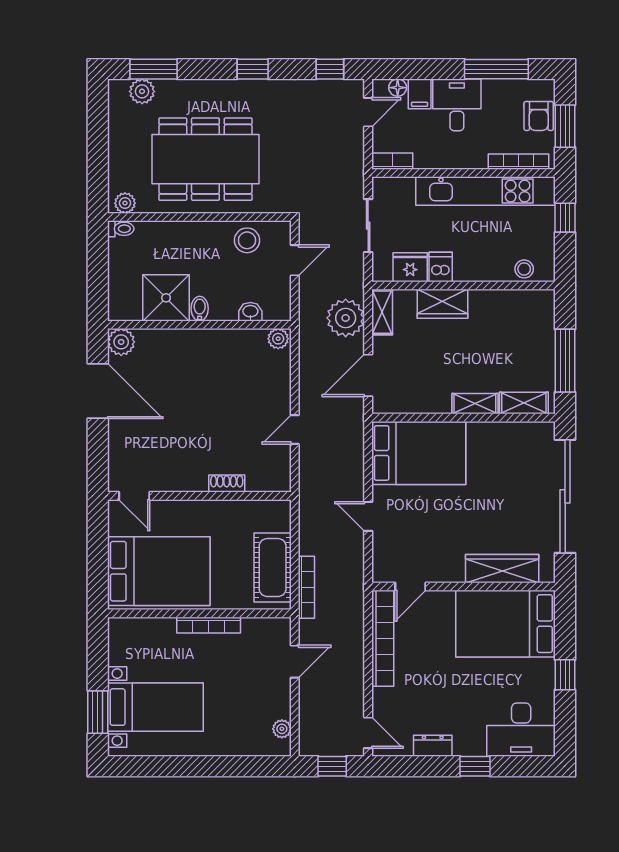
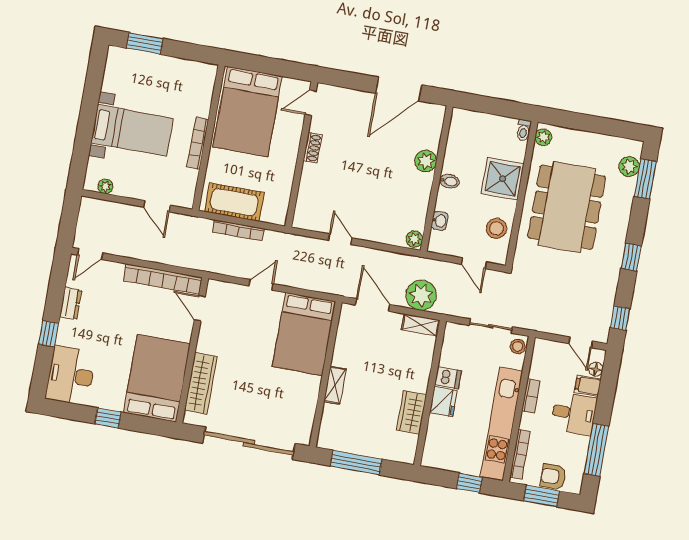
bookcase: (392, 161) -> (531, 396), moved
fridge: (410, 267) -> (443, 402), moved
stool: (524, 269) -> (518, 346), moved
shower: (166, 298) -> (503, 179), moved
wardrobe: (443, 304) -> (412, 412), moved
plant: (121, 342) -> (426, 161), moved
shelving: (524, 403) -> (328, 424), removed
shoe rack: (227, 484) -> (313, 148), moved
bookcase: (306, 587) -> (238, 230), moved
bed with nightstands: (155, 707) -> (132, 130), moved, turned -90
window: (332, 766) -> (69, 221), removed

